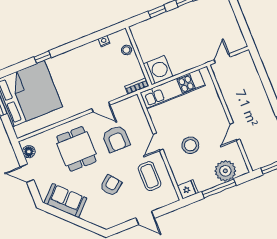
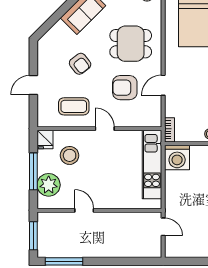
stool: (190, 145) -> (70, 155), moved

